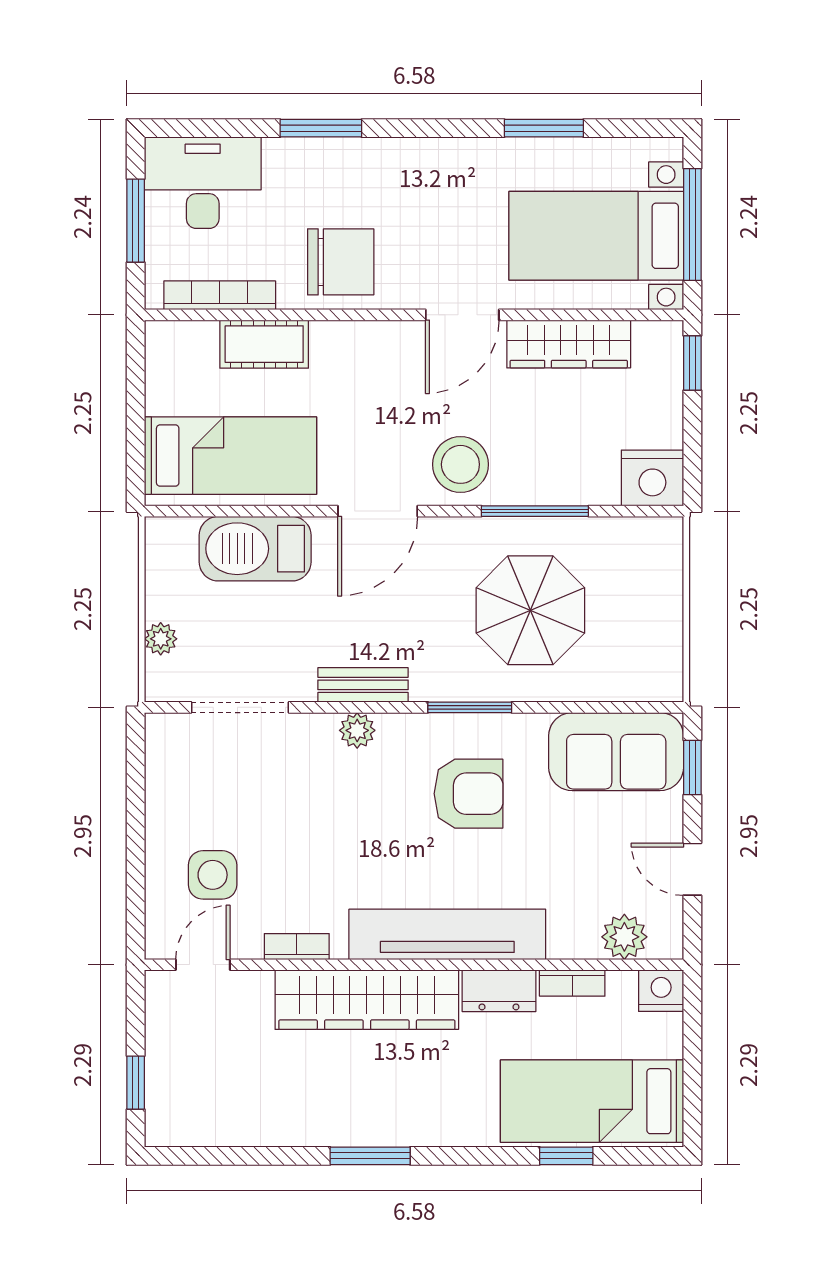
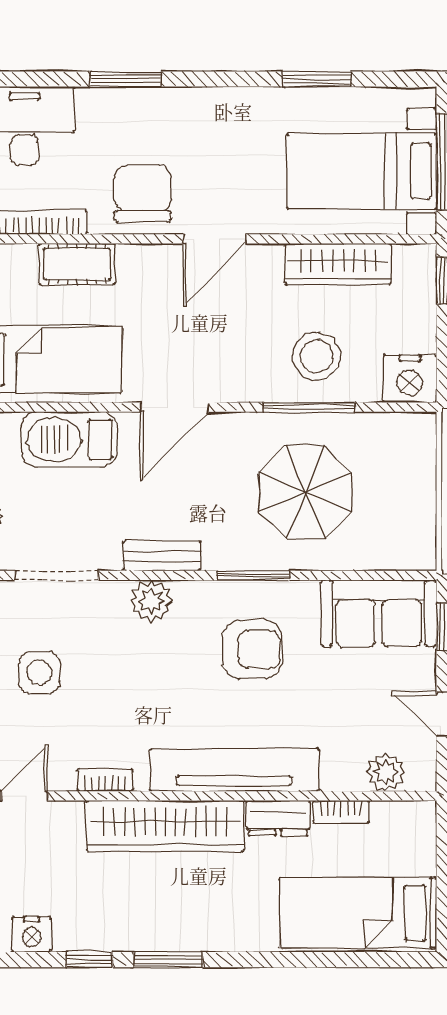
chair: (341, 262) -> (143, 194), turned -90
door: (462, 315) -> (214, 239), moved
stool: (460, 464) -> (317, 356), moved
plant: (357, 730) -> (151, 601), width x1.38, depth x1.38
side table: (213, 875) -> (39, 672), moved
nightstand: (661, 991) -> (31, 934), moved, turned 180
window: (566, 1156) -> (90, 960), moved

